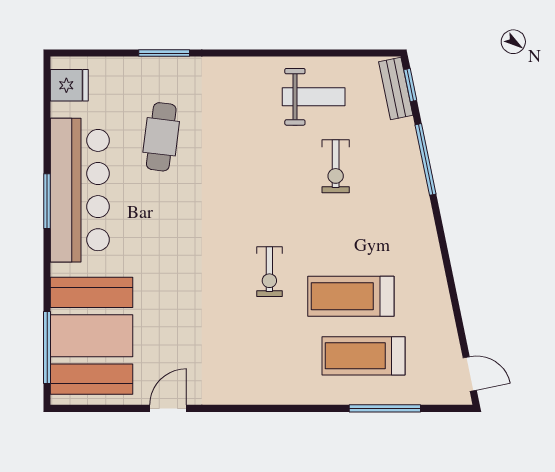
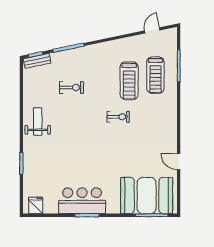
weight bench: (314, 97) -> (38, 122), moved
cafe table: (161, 137) -> (58, 165), removed
bar counter: (80, 190) -> (82, 201), width x0.73
door: (470, 374) -> (152, 30), moved

